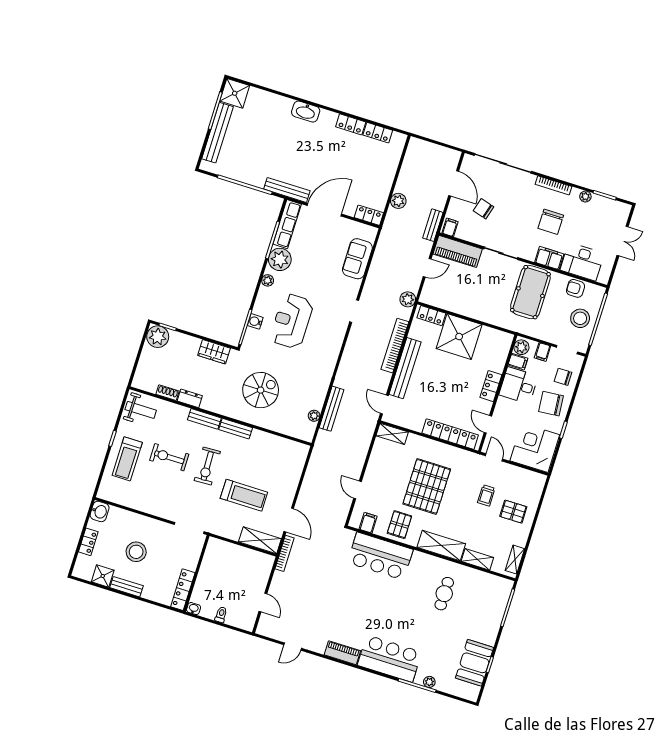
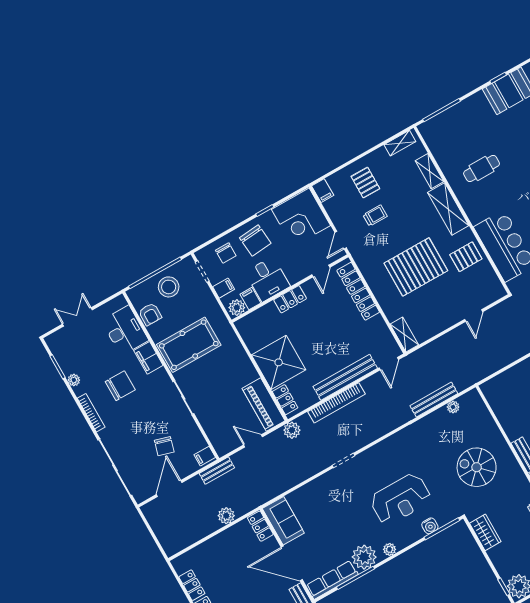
piano: (458, 251) -> (264, 405), moved, turned 180
sofa: (357, 259) -> (283, 521), moved, turned -90
filing cabinet: (368, 523) -> (323, 191), moved, turned -90

